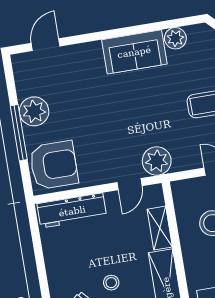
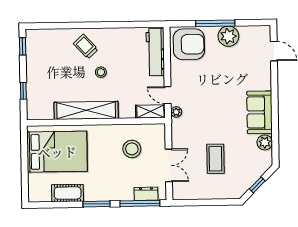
plant: (157, 161) -> (176, 112), width x0.53, depth x0.53
armchair: (54, 165) -> (189, 44), turned -90
shelving: (160, 228) -> (150, 111), moved

